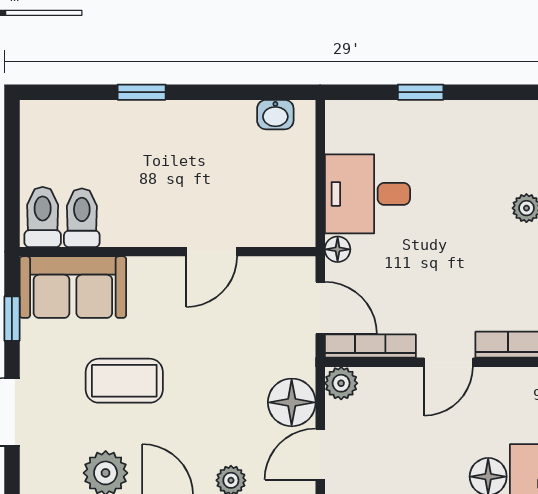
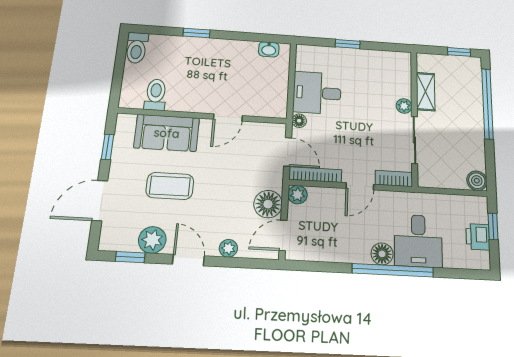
toilet: (43, 217) -> (137, 48), moved, turned 180
sofa: (73, 287) -> (167, 133), moved

